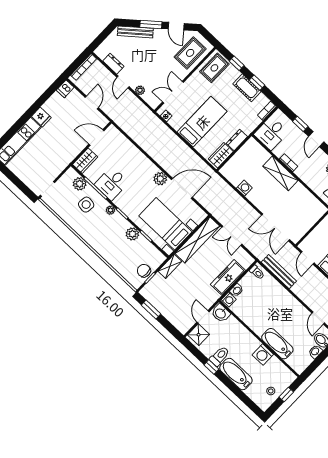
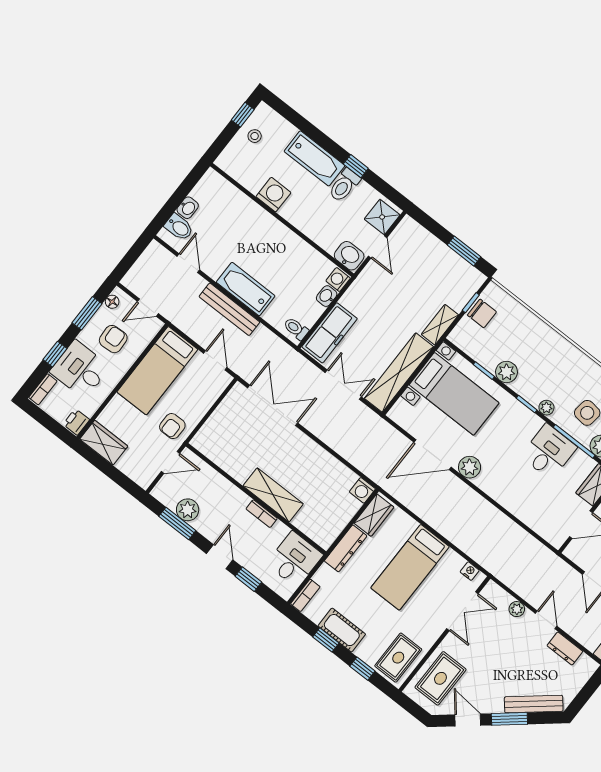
dresser: (237, 140) -> (346, 548), width x1.44
washing machine: (244, 188) -> (362, 490), moved
bench: (279, 272) -> (229, 309), moved
freezer: (228, 277) -> (330, 333), moved
bathtub: (277, 344) -> (246, 289), moved, turned 180
window: (286, 395) -> (243, 115), moved

